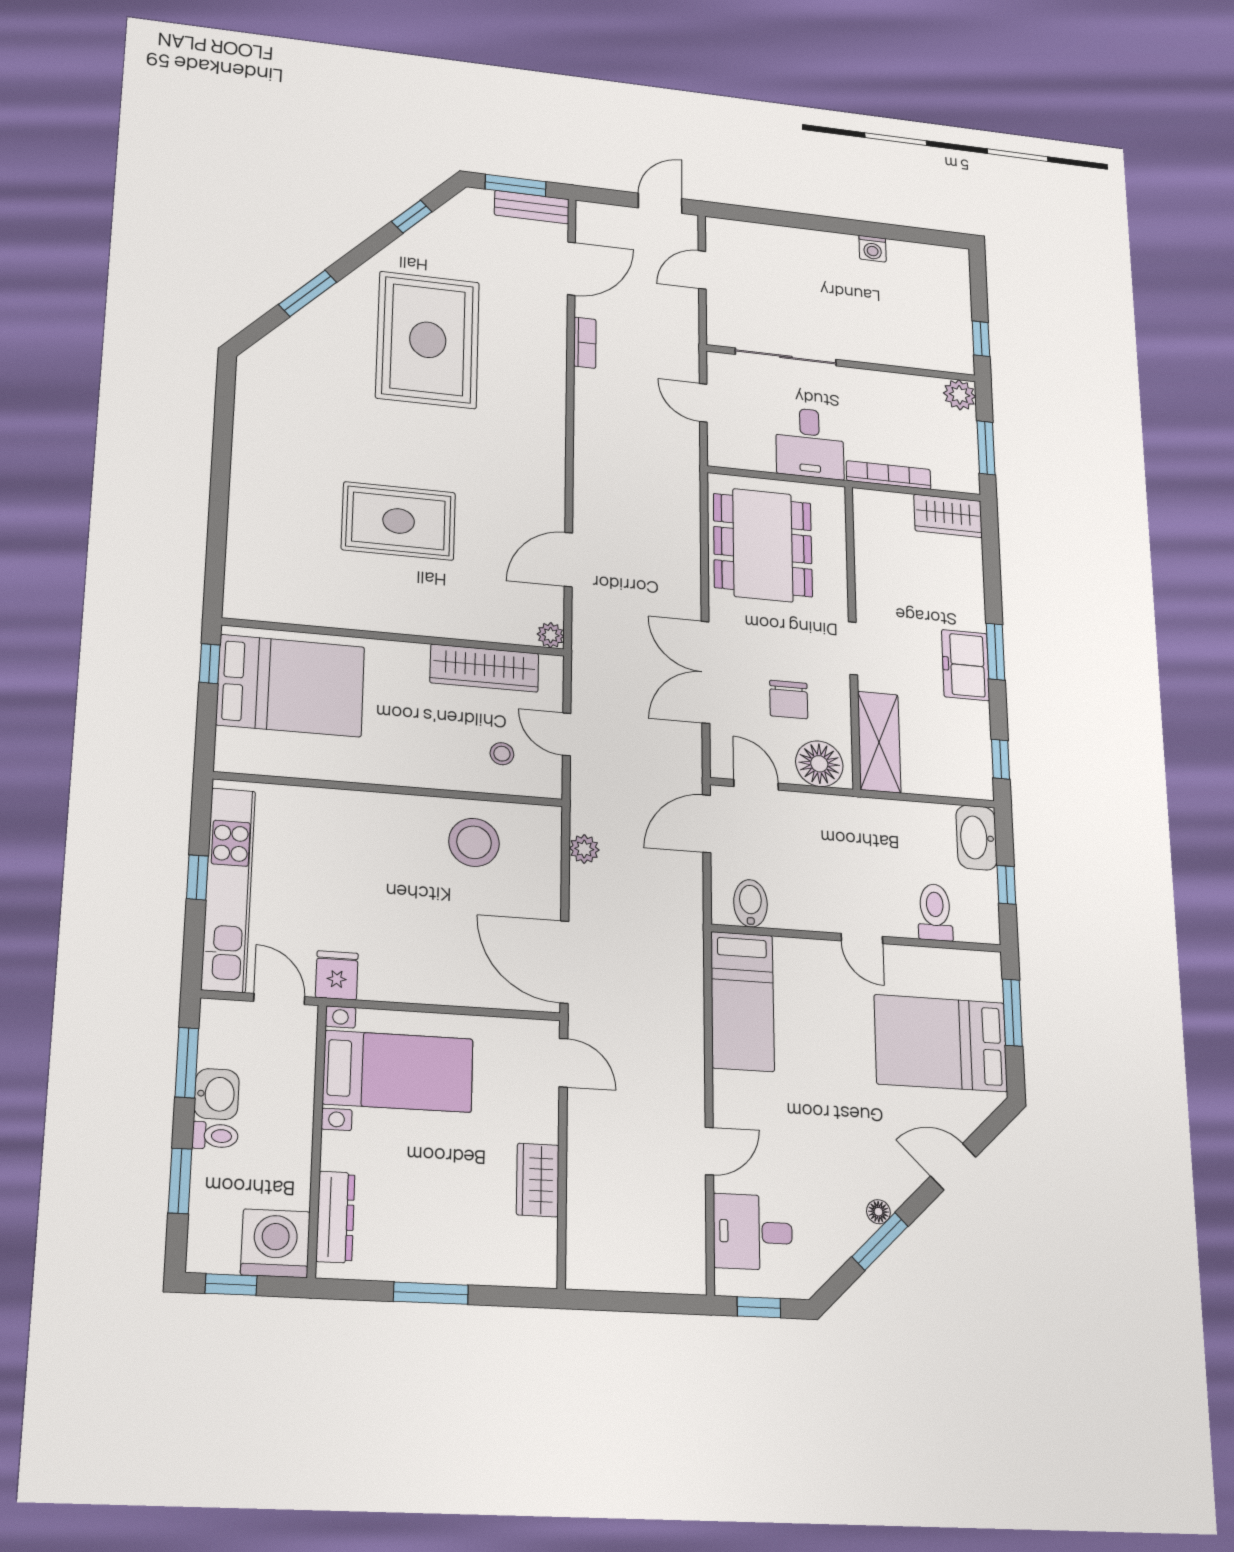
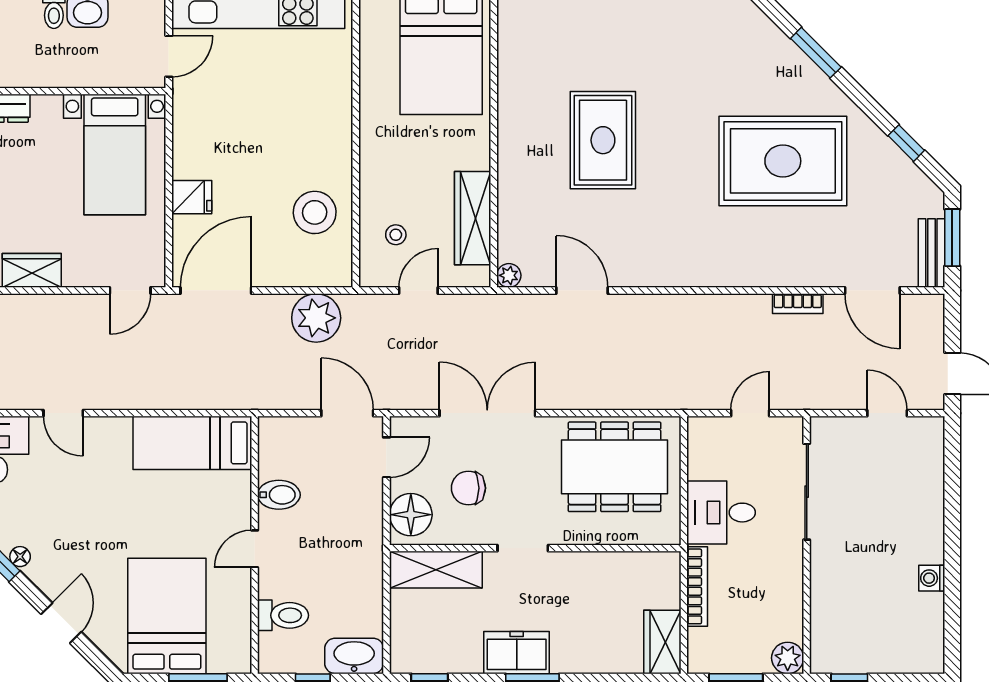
plant: (584, 849) -> (316, 318), width x1.88, depth x1.88
bidet: (750, 903) -> (279, 495), moved
fridge: (337, 975) -> (192, 197), moved

